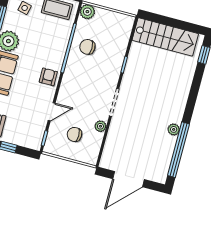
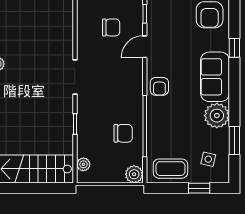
plant: (100, 126) -> (83, 164), moved

